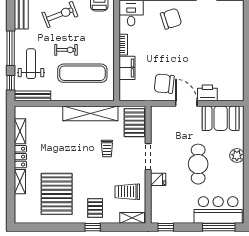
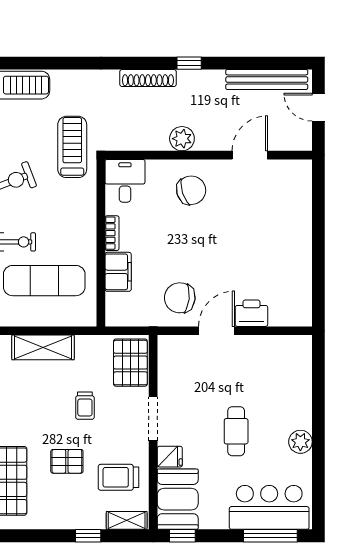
door: (186, 103) -> (216, 331), hinge flipped
shelving: (90, 113) -> (43, 347), width x0.68
booth: (221, 118) -> (178, 499), moved, turned 90
plant: (237, 156) -> (300, 442), moved
cafe table: (198, 164) -> (236, 431), width x0.73, depth x0.74
pallet: (95, 208) -> (67, 461), moved, turned 90
window: (93, 227) -> (88, 536), moved

